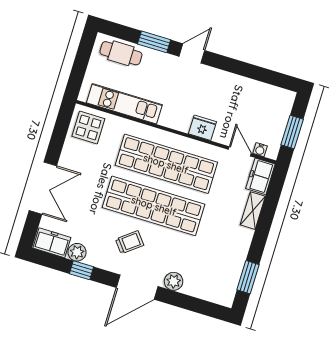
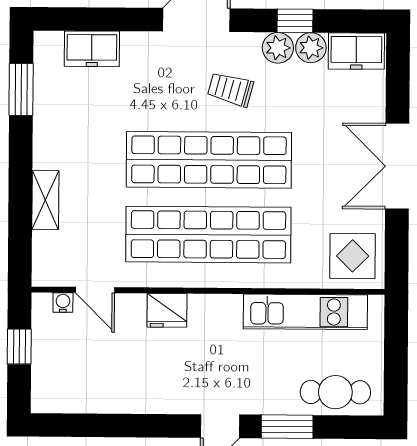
window: (292, 132) -> (19, 347), width x0.67
freezer: (260, 176) -> (92, 49), moved, turned 90
double door: (43, 188) -> (397, 166), moved
trolley: (130, 242) -> (230, 89), turned 53
plant: (174, 281) -> (278, 48), moved

